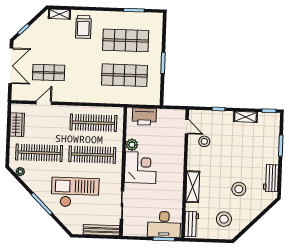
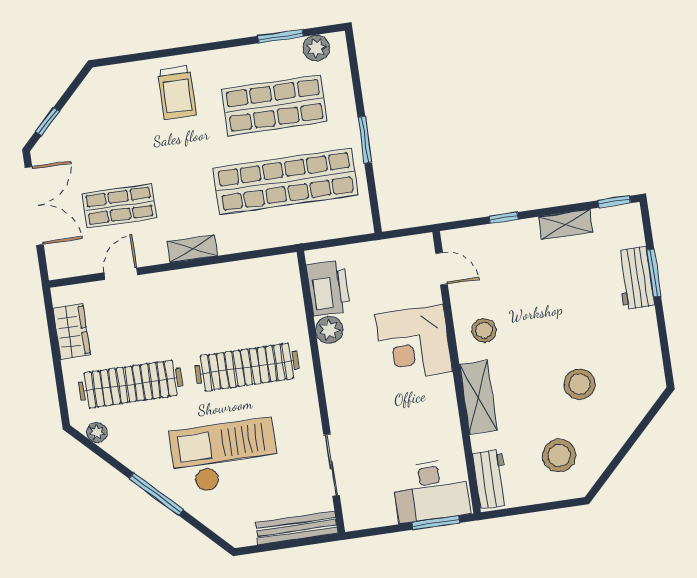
shelving: (59, 14) -> (193, 249), moved
plant: (149, 18) -> (316, 48), added
shop shelf: (124, 75) -> (286, 182), width x1.40
printer: (144, 117) -> (328, 288), moved, turned -90
clothes rail: (93, 123) -> (237, 297), removed
stool: (204, 141) -> (484, 330), moved
corner desk: (141, 168) -> (414, 343), moved, turned 180
workbench: (271, 178) -> (635, 278), moved

